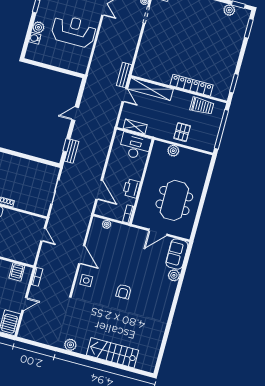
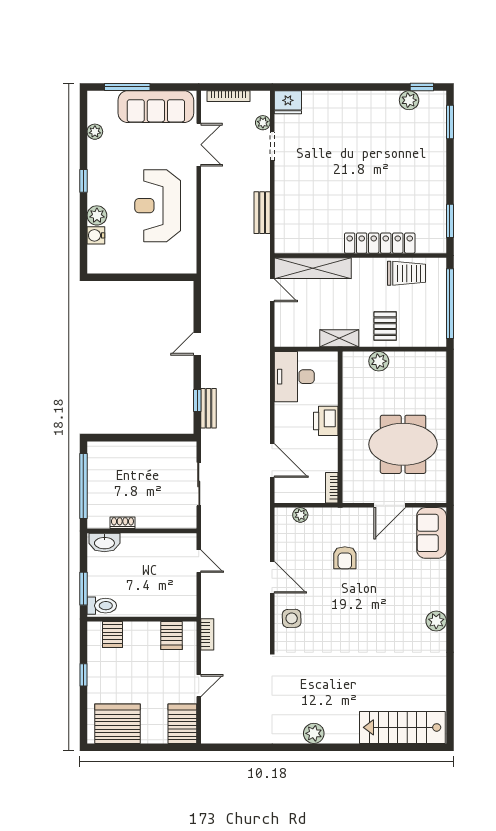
reception desk: (74, 31) -> (158, 206), turned -90
bench: (124, 75) -> (262, 213), moved
shelving: (135, 127) -> (339, 338), moved
desk: (135, 146) -> (294, 377), moved, turned -90
printer: (132, 188) -> (326, 421), moved
meeting table: (174, 200) -> (403, 444), turned 90
plant: (174, 275) -> (436, 621), moved
armchair: (124, 292) -> (345, 558), moved
plant: (70, 345) -> (314, 733), moved
stairs: (112, 353) -> (402, 727), moved

